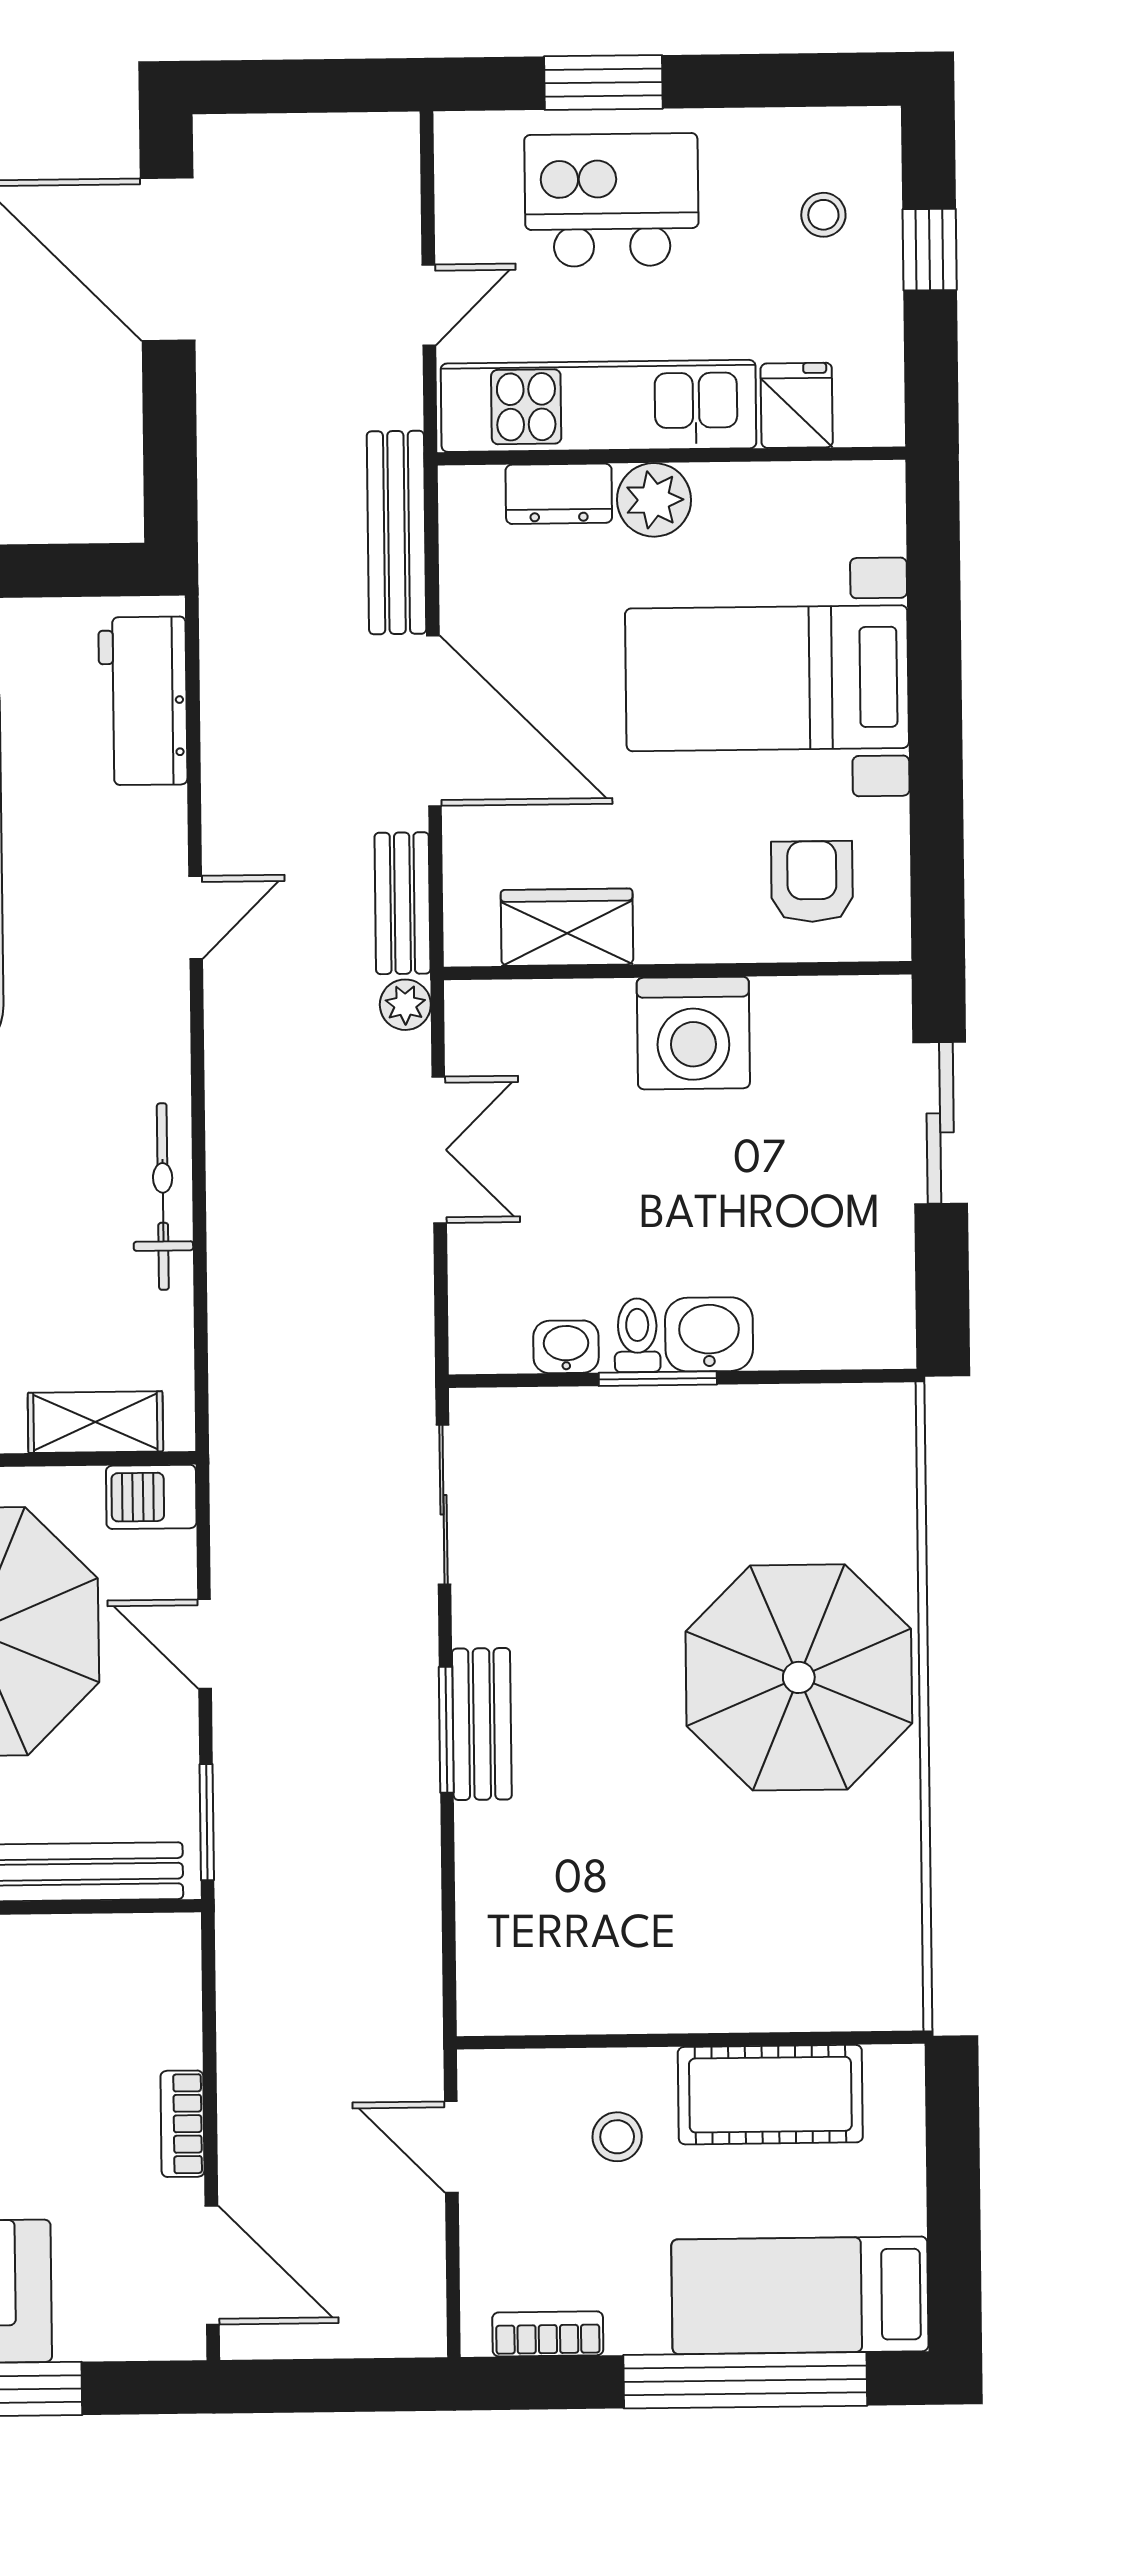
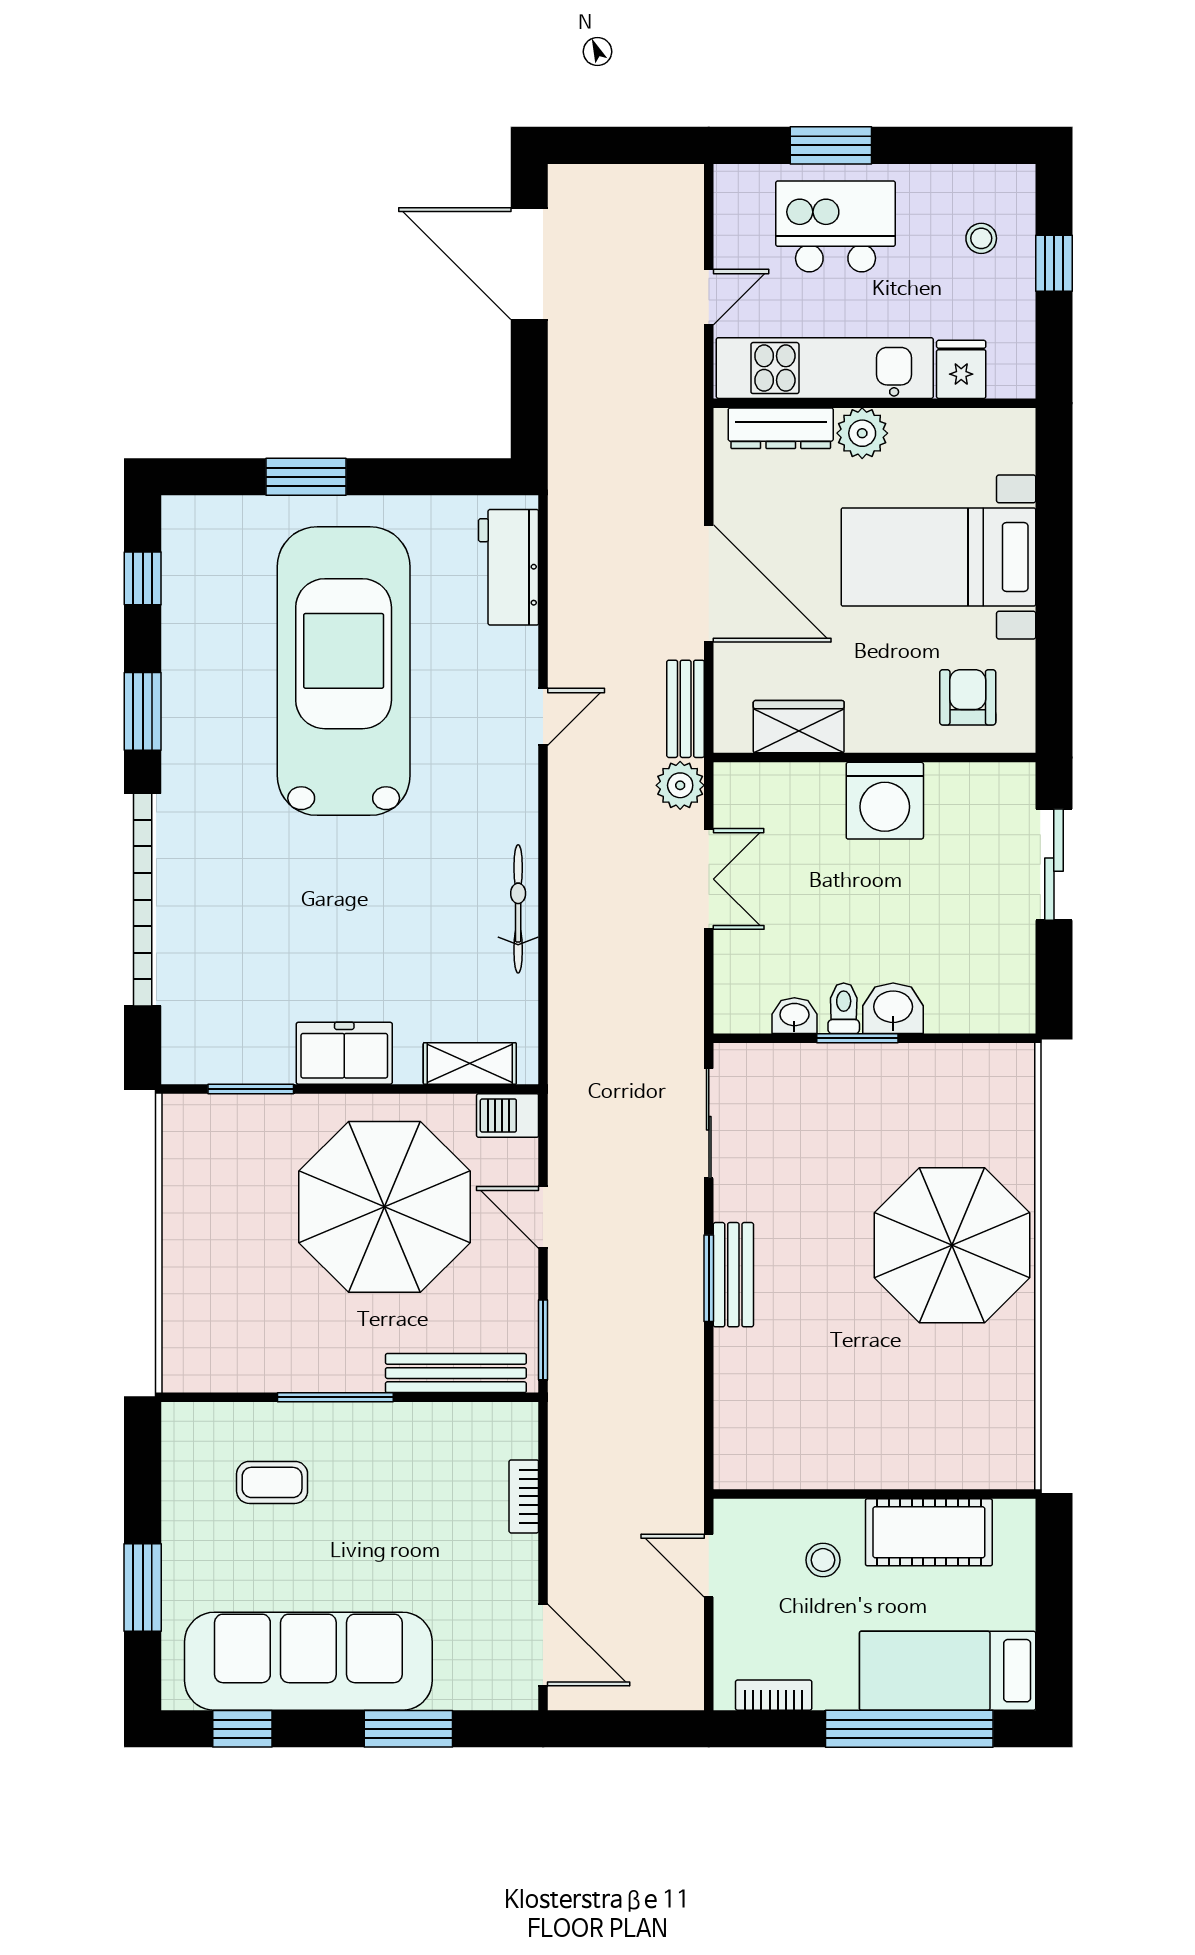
dresser: (559, 494) -> (781, 428), width x1.44
bench: (396, 533) -> (685, 454), removed
plant: (405, 1005) -> (680, 785), width x1.38, depth x1.38
bookcase: (182, 2124) -> (524, 1496), moved

